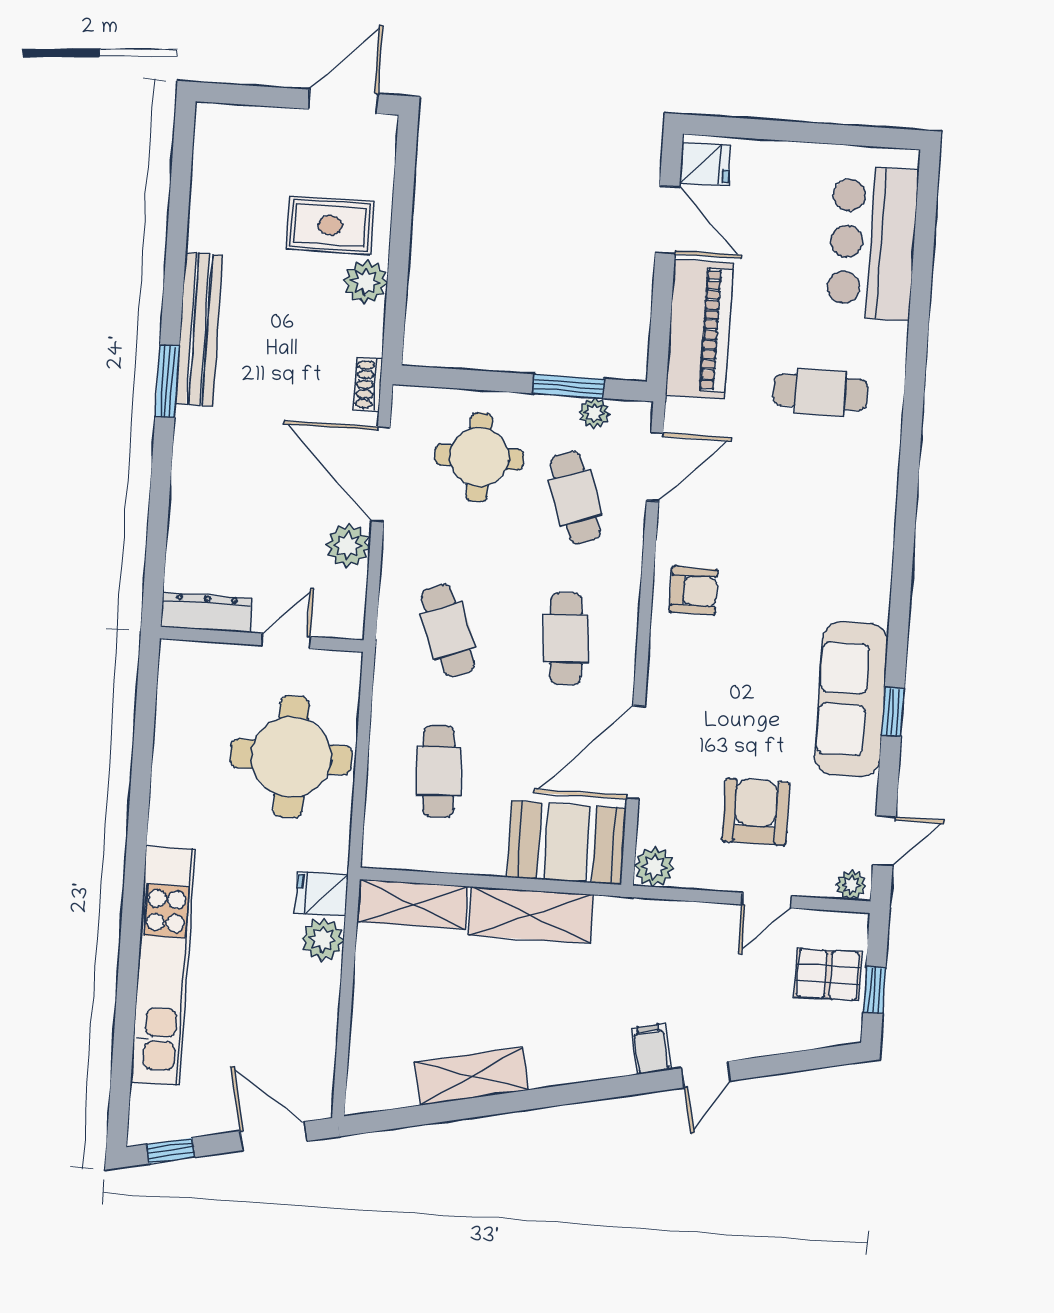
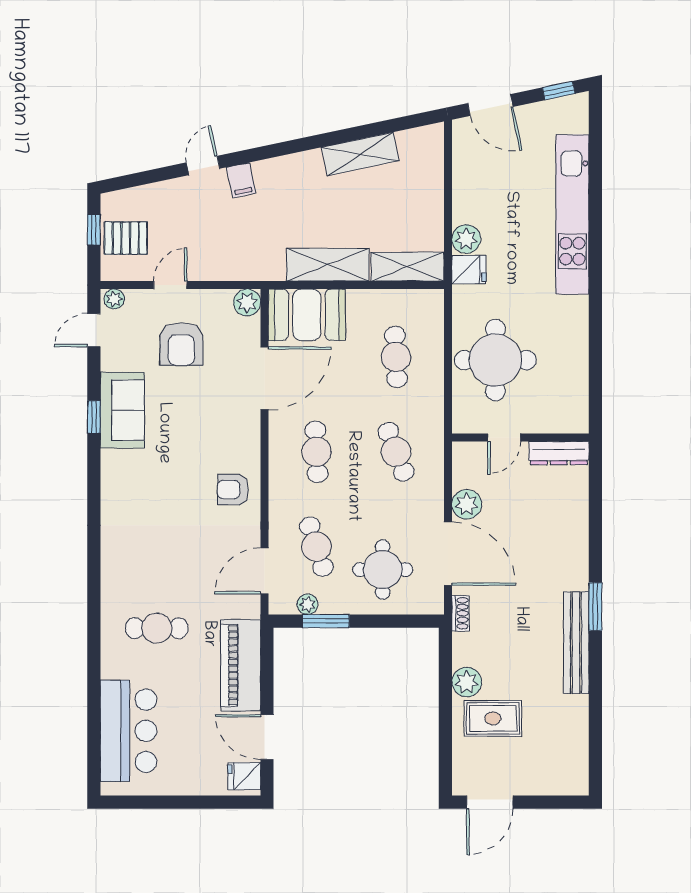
sofa: (851, 699) -> (122, 410), width x0.73

